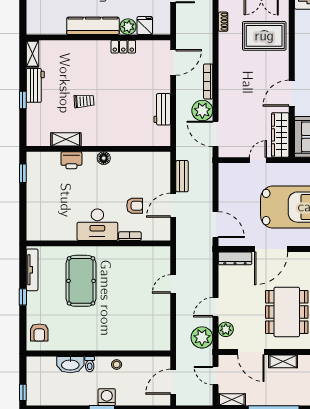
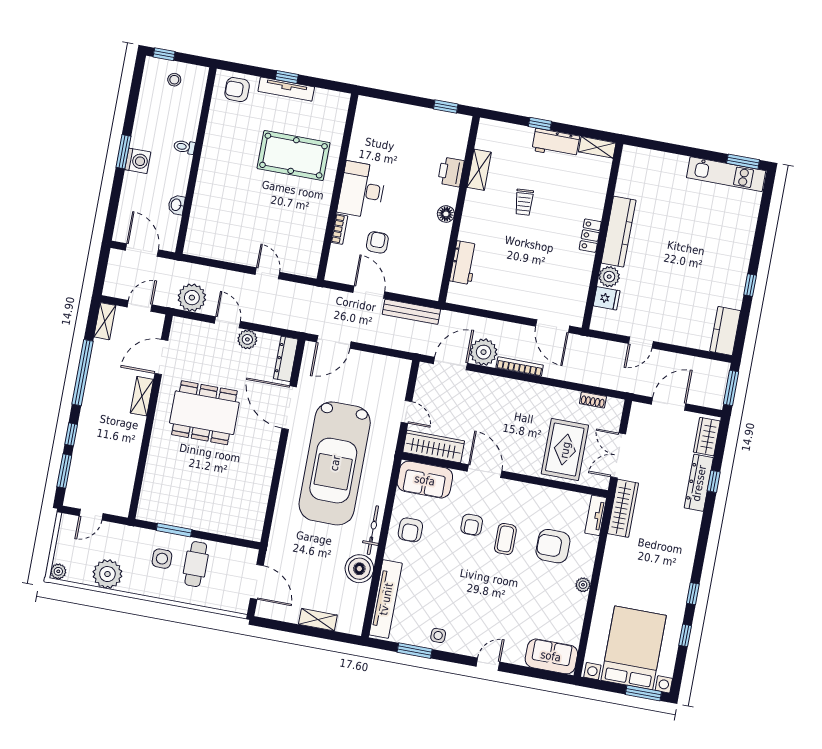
locker: (123, 47) -> (590, 236), moved
workbench: (162, 109) -> (464, 263), moved, turned 90
bench: (182, 176) -> (411, 312), width x1.36
armchair: (135, 206) -> (377, 242), turned 180
tv unit: (32, 270) -> (286, 89), moved
plant: (226, 329) -> (247, 339), moved
washbasin: (70, 365) -> (176, 205), moved, width x0.52, depth x0.69
stool: (117, 365) -> (174, 80), moved

